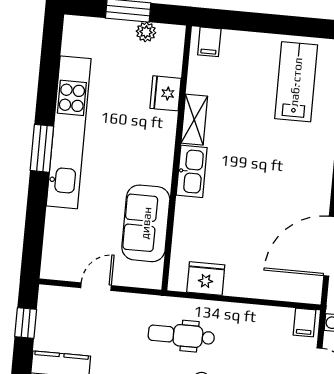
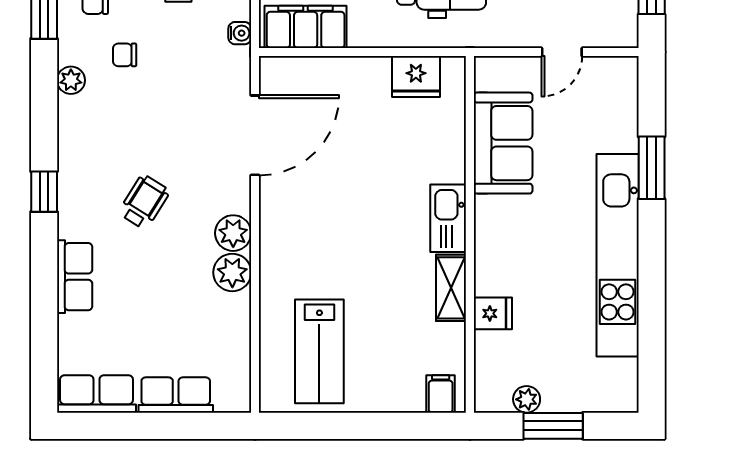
fridge: (166, 93) -> (493, 313), width x0.72
window: (42, 148) -> (652, 168), moved
filing cabinet: (304, 322) -> (306, 27), width x3.00, depth x1.17

